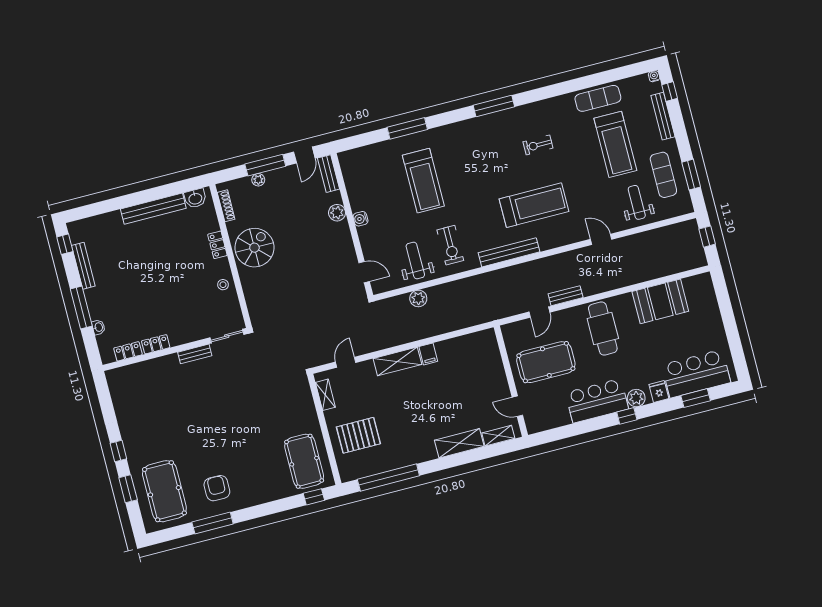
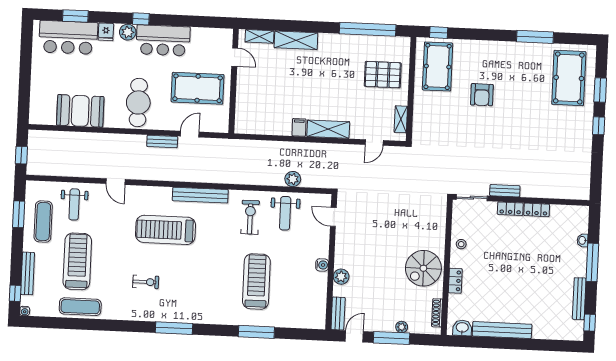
locker: (128, 351) -> (510, 209), moved
armchair: (217, 488) -> (482, 95), moved

